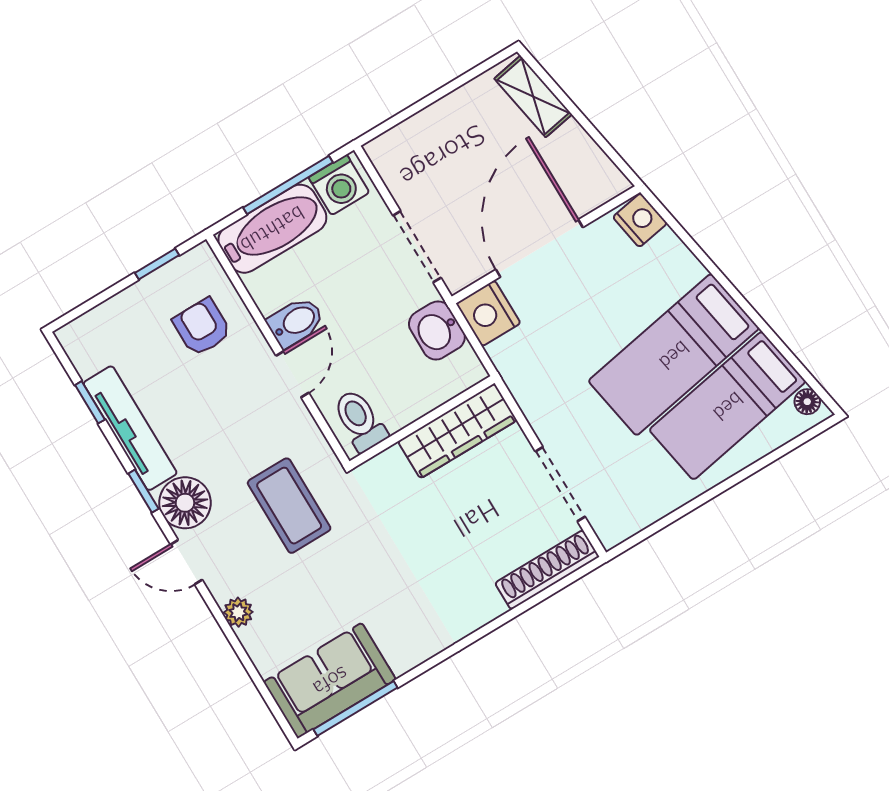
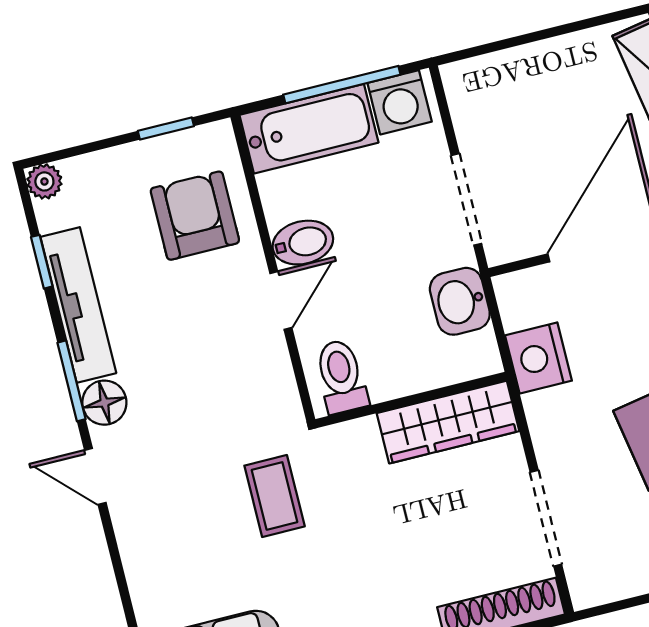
nightstand: (488, 313) -> (538, 358), moved
armchair: (202, 327) -> (195, 216), width x1.38, depth x1.38
window: (143, 491) -> (72, 381), width x1.50
floor lamp: (185, 503) -> (104, 403), width x0.73, depth x0.73
coffee table: (289, 506) -> (275, 496), moved, width x0.73, depth x0.77
plant: (238, 612) -> (44, 181), moved

